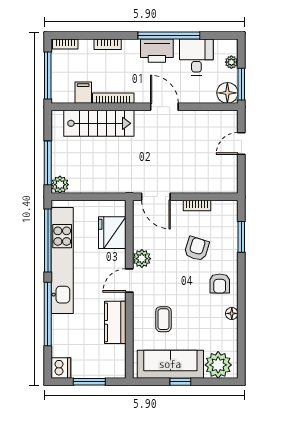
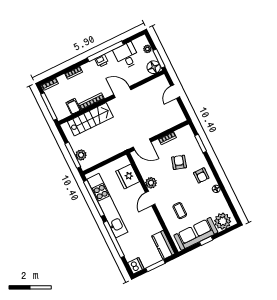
printer: (157, 51) -> (102, 61), width x0.53, depth x0.68
plant: (60, 185) -> (81, 155), moved
kitchen counter: (115, 322) -> (163, 245), moved

